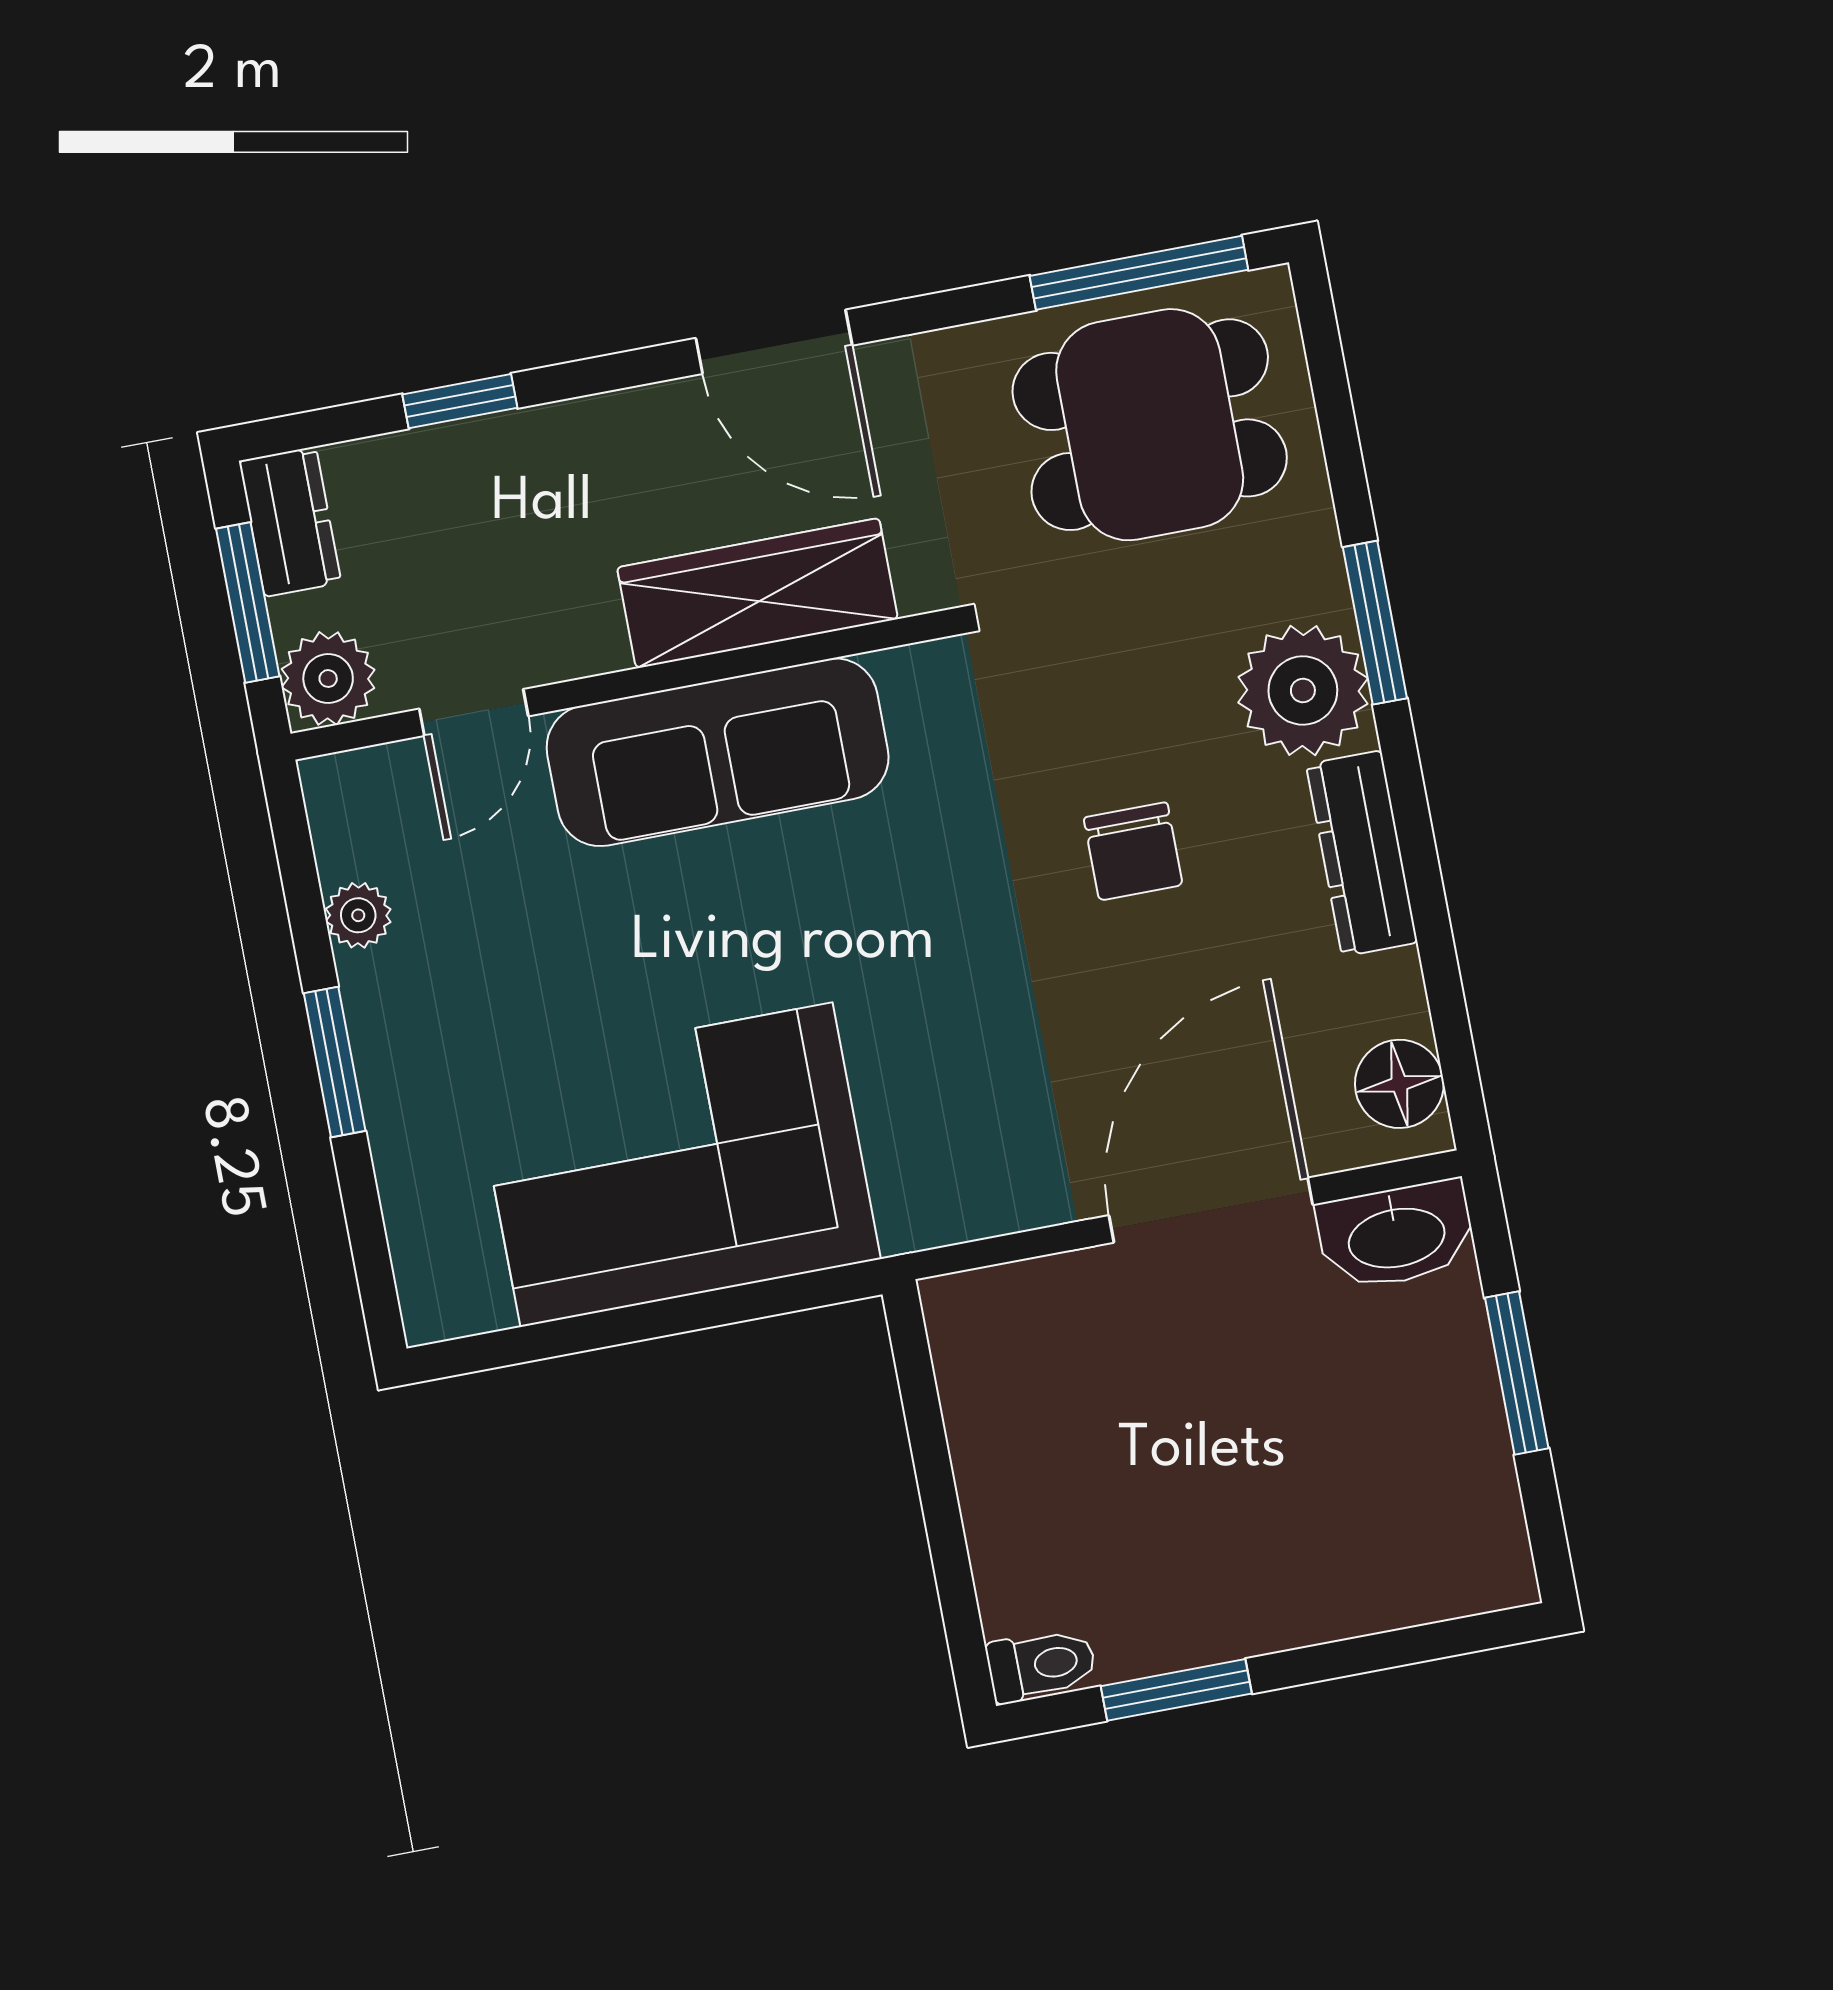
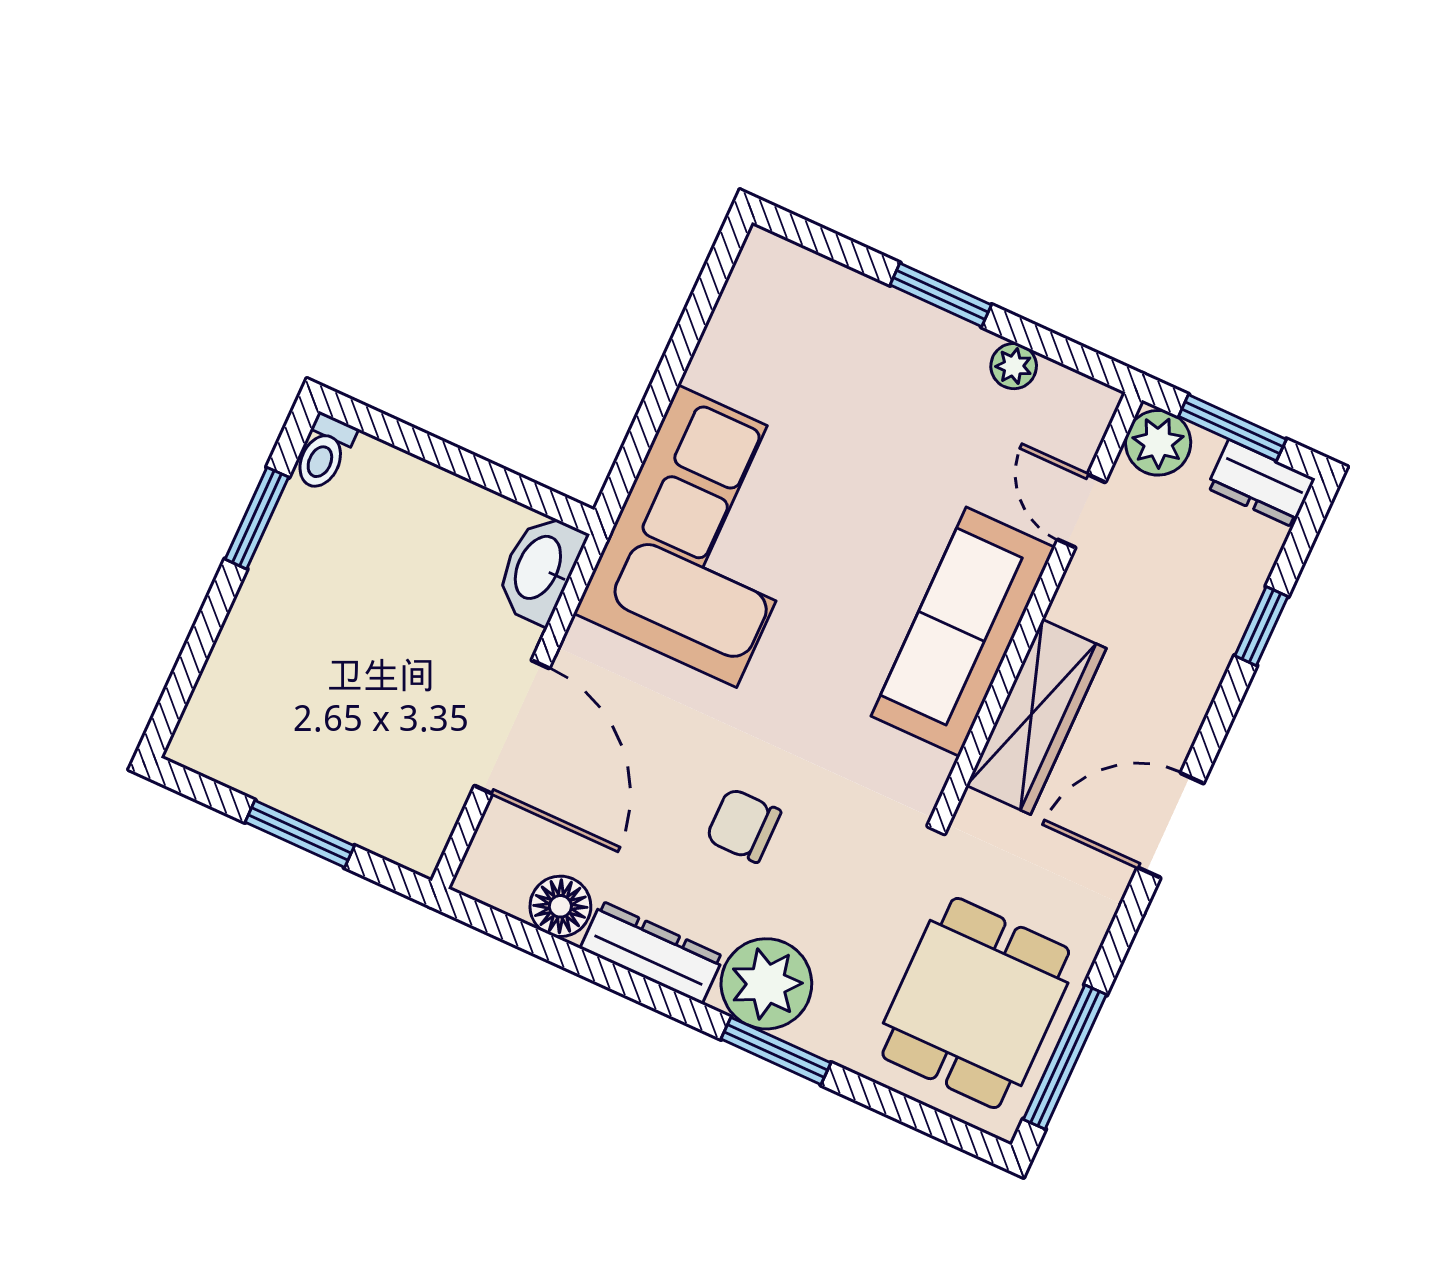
floor lamp: (1399, 1084) -> (560, 906), moved
corner sofa: (677, 1165) -> (707, 536), moved
washbasin: (1396, 1235) -> (540, 568), moved

